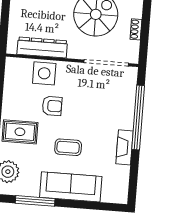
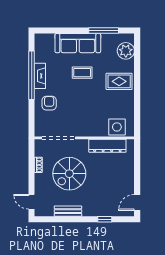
side table: (44, 73) -> (117, 127), moved
armchair: (52, 106) -> (49, 103), moved, turned 90
window: (138, 118) -> (32, 75), moved

